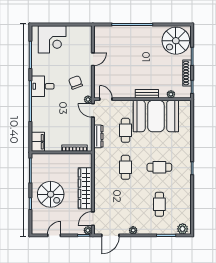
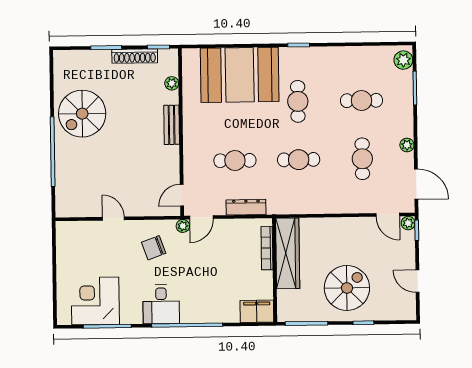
corner desk: (52, 39) -> (95, 301), moved, turned -90
spiral stairs: (176, 41) -> (82, 114), moved, turned 90
booth: (156, 116) -> (240, 75), moved, turned 90
wardrobe: (85, 188) -> (288, 253), moved, turned -90
cafe table: (126, 204) -> (362, 159), added

